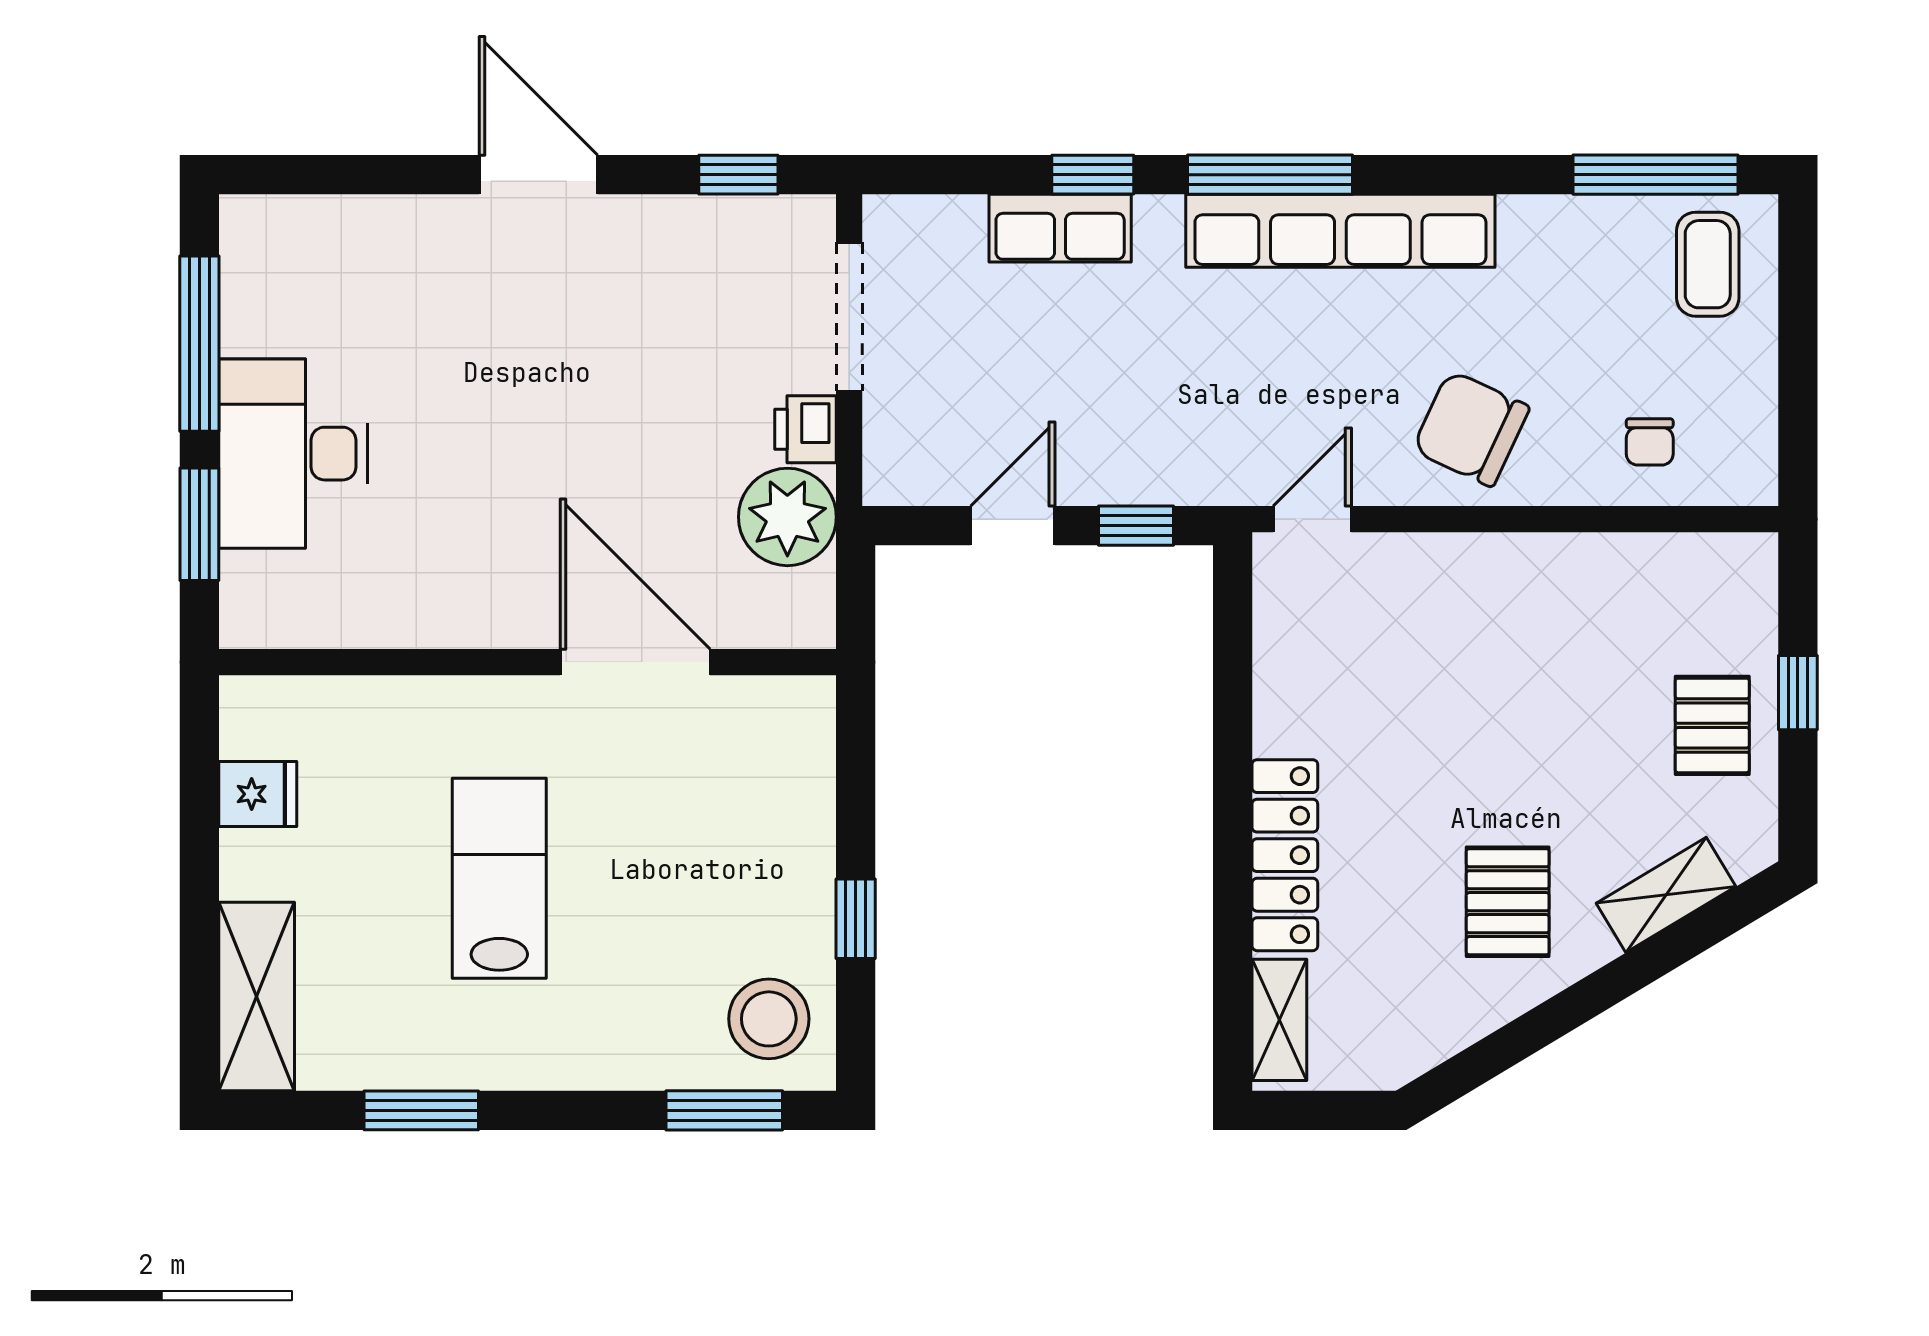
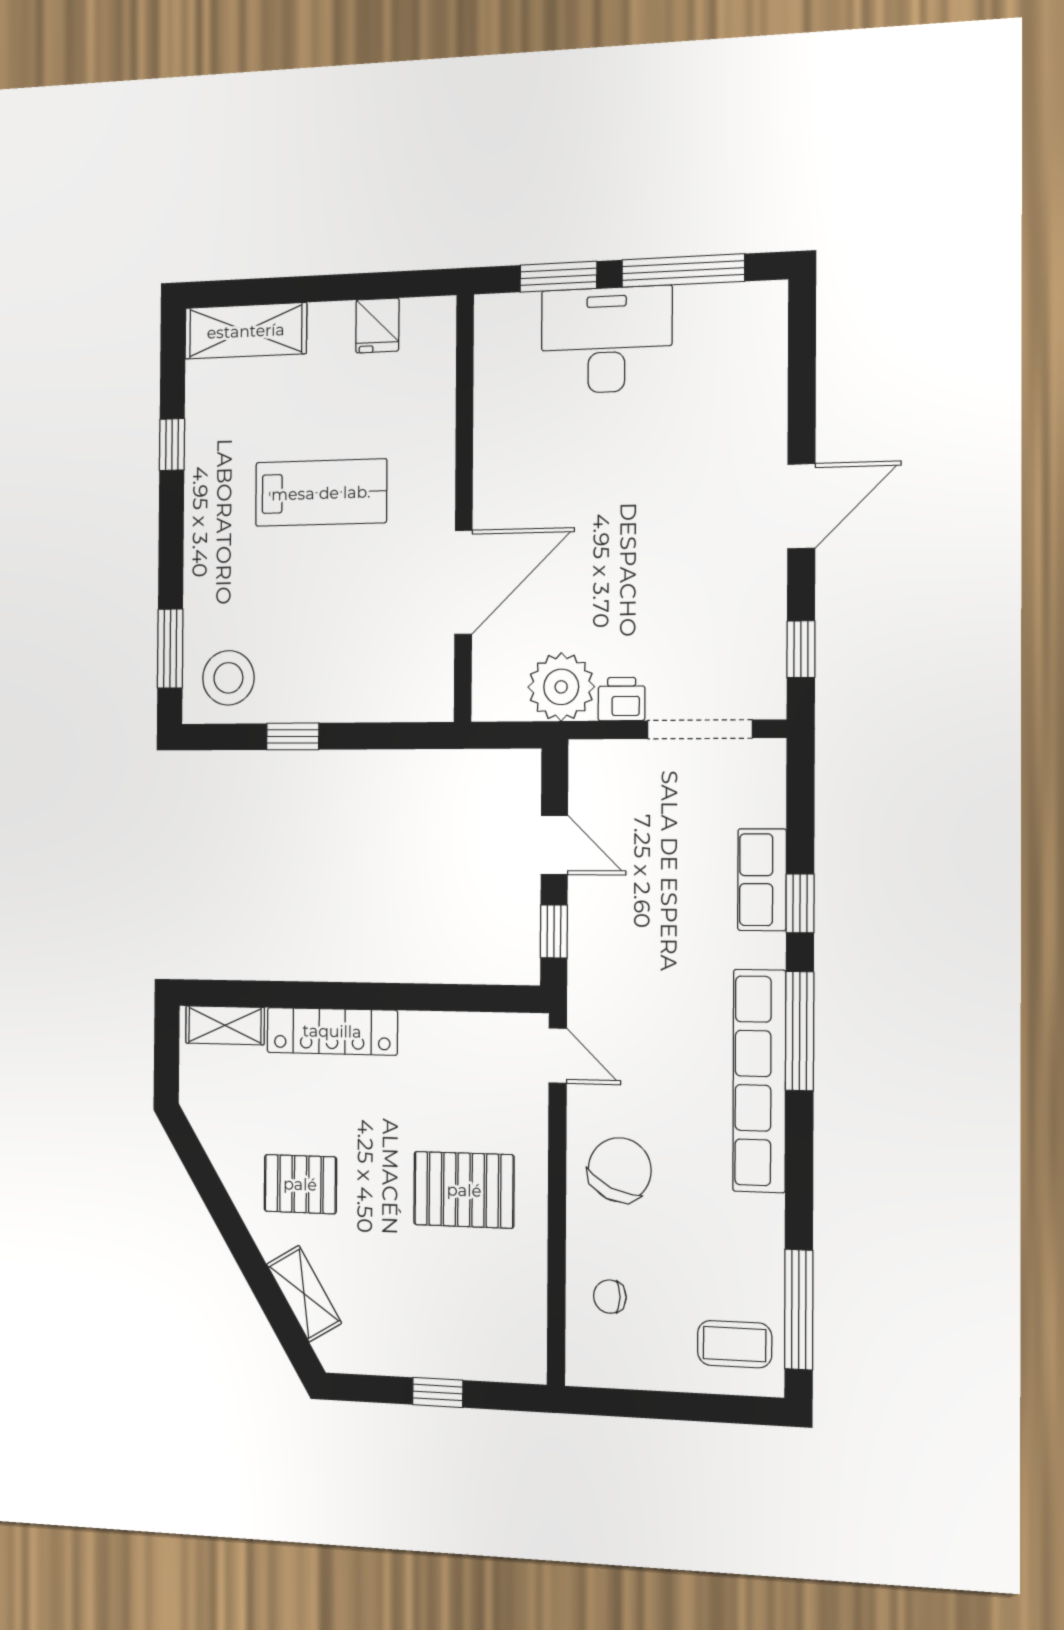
pallet: (1712, 725) -> (464, 1190), moved, width x1.50, depth x1.42
window: (421, 1110) -> (172, 445), width x0.67

